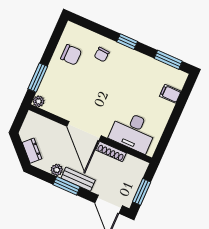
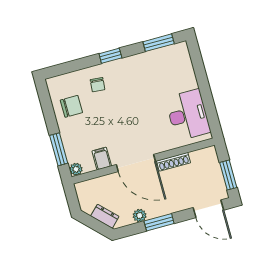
filing cabinet: (170, 94) -> (102, 159), moved, turned 90
desk: (133, 132) -> (188, 115), moved, turned -90
bench: (78, 179) -> (165, 208), removed

